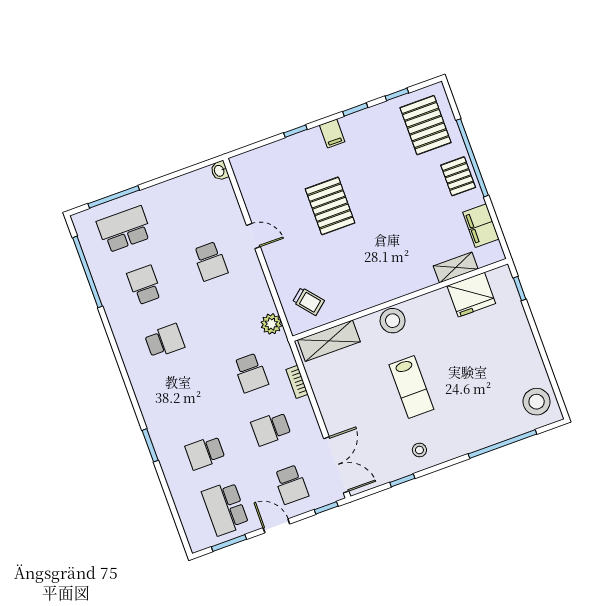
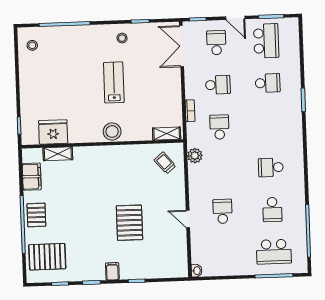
pallet: (426, 125) -> (47, 257), turned 90
shelving: (329, 341) -> (167, 134), width x0.67, depth x0.75
stool: (537, 402) -> (32, 45), width x0.53, depth x0.53

